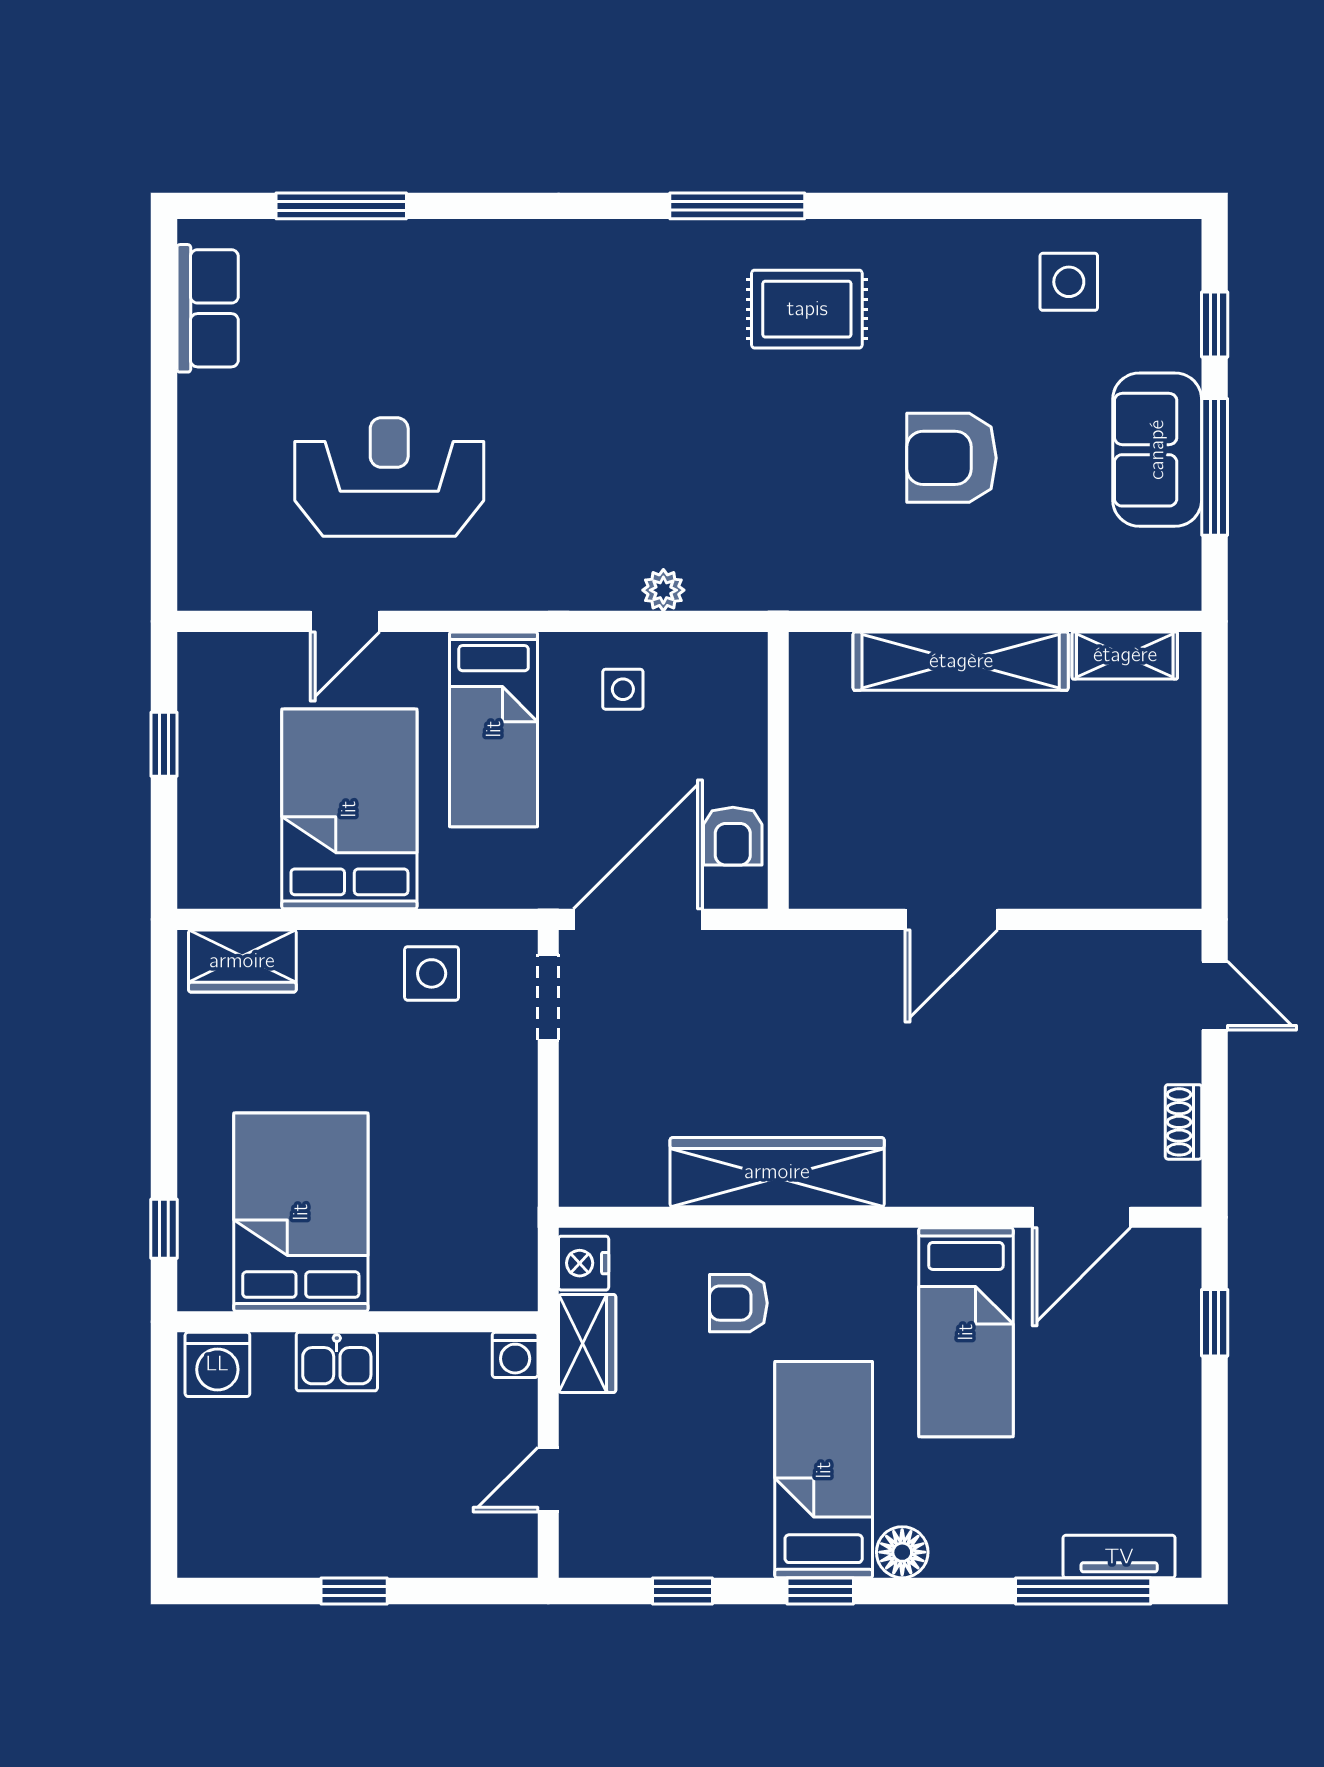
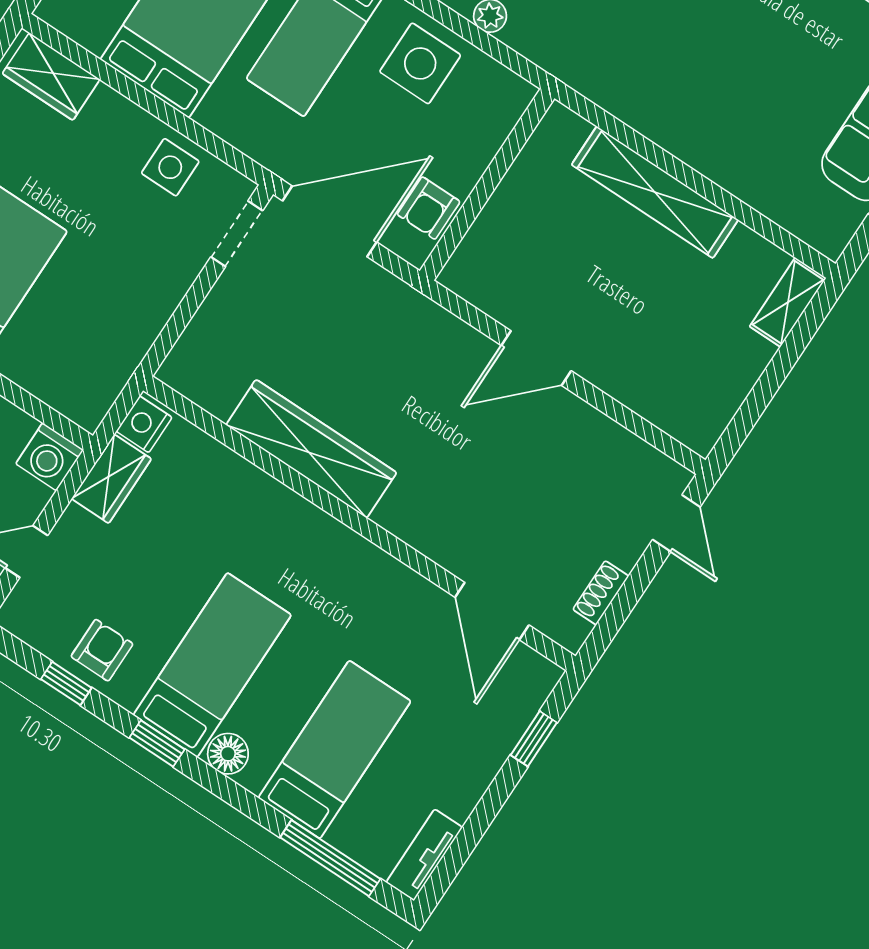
armchair: (952, 458) -> (738, 54), removed
shelving: (1125, 655) -> (788, 302), moved, turned 90
side table: (623, 689) -> (420, 63), width x1.87, depth x1.87
door: (1081, 1217) -> (492, 611), hinge flipped
armchair: (738, 1303) -> (102, 650), moved, turned 90
bed: (966, 1332) -> (335, 750), moved, turned 180
washing machine: (515, 1355) -> (50, 457), width x1.38, depth x1.38
tv unit: (1119, 1557) -> (424, 855), moved, turned -90

